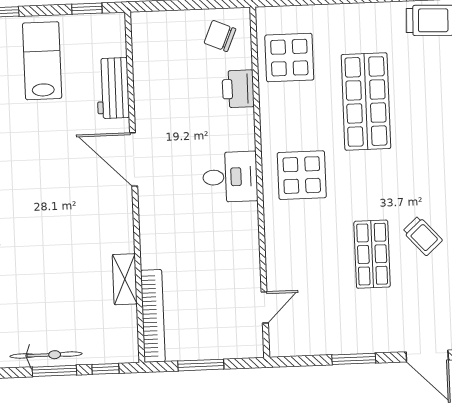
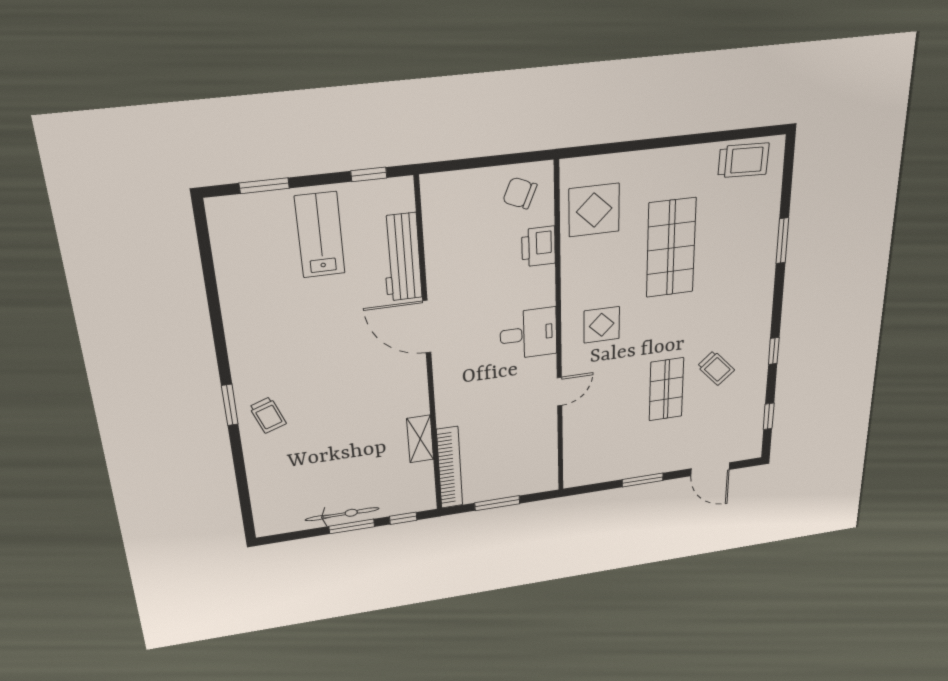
workbench: (113, 88) -> (402, 257), width x1.38
display table: (302, 175) -> (602, 325), width x0.73, depth x0.73
door: (265, 307) -> (560, 392), moved

